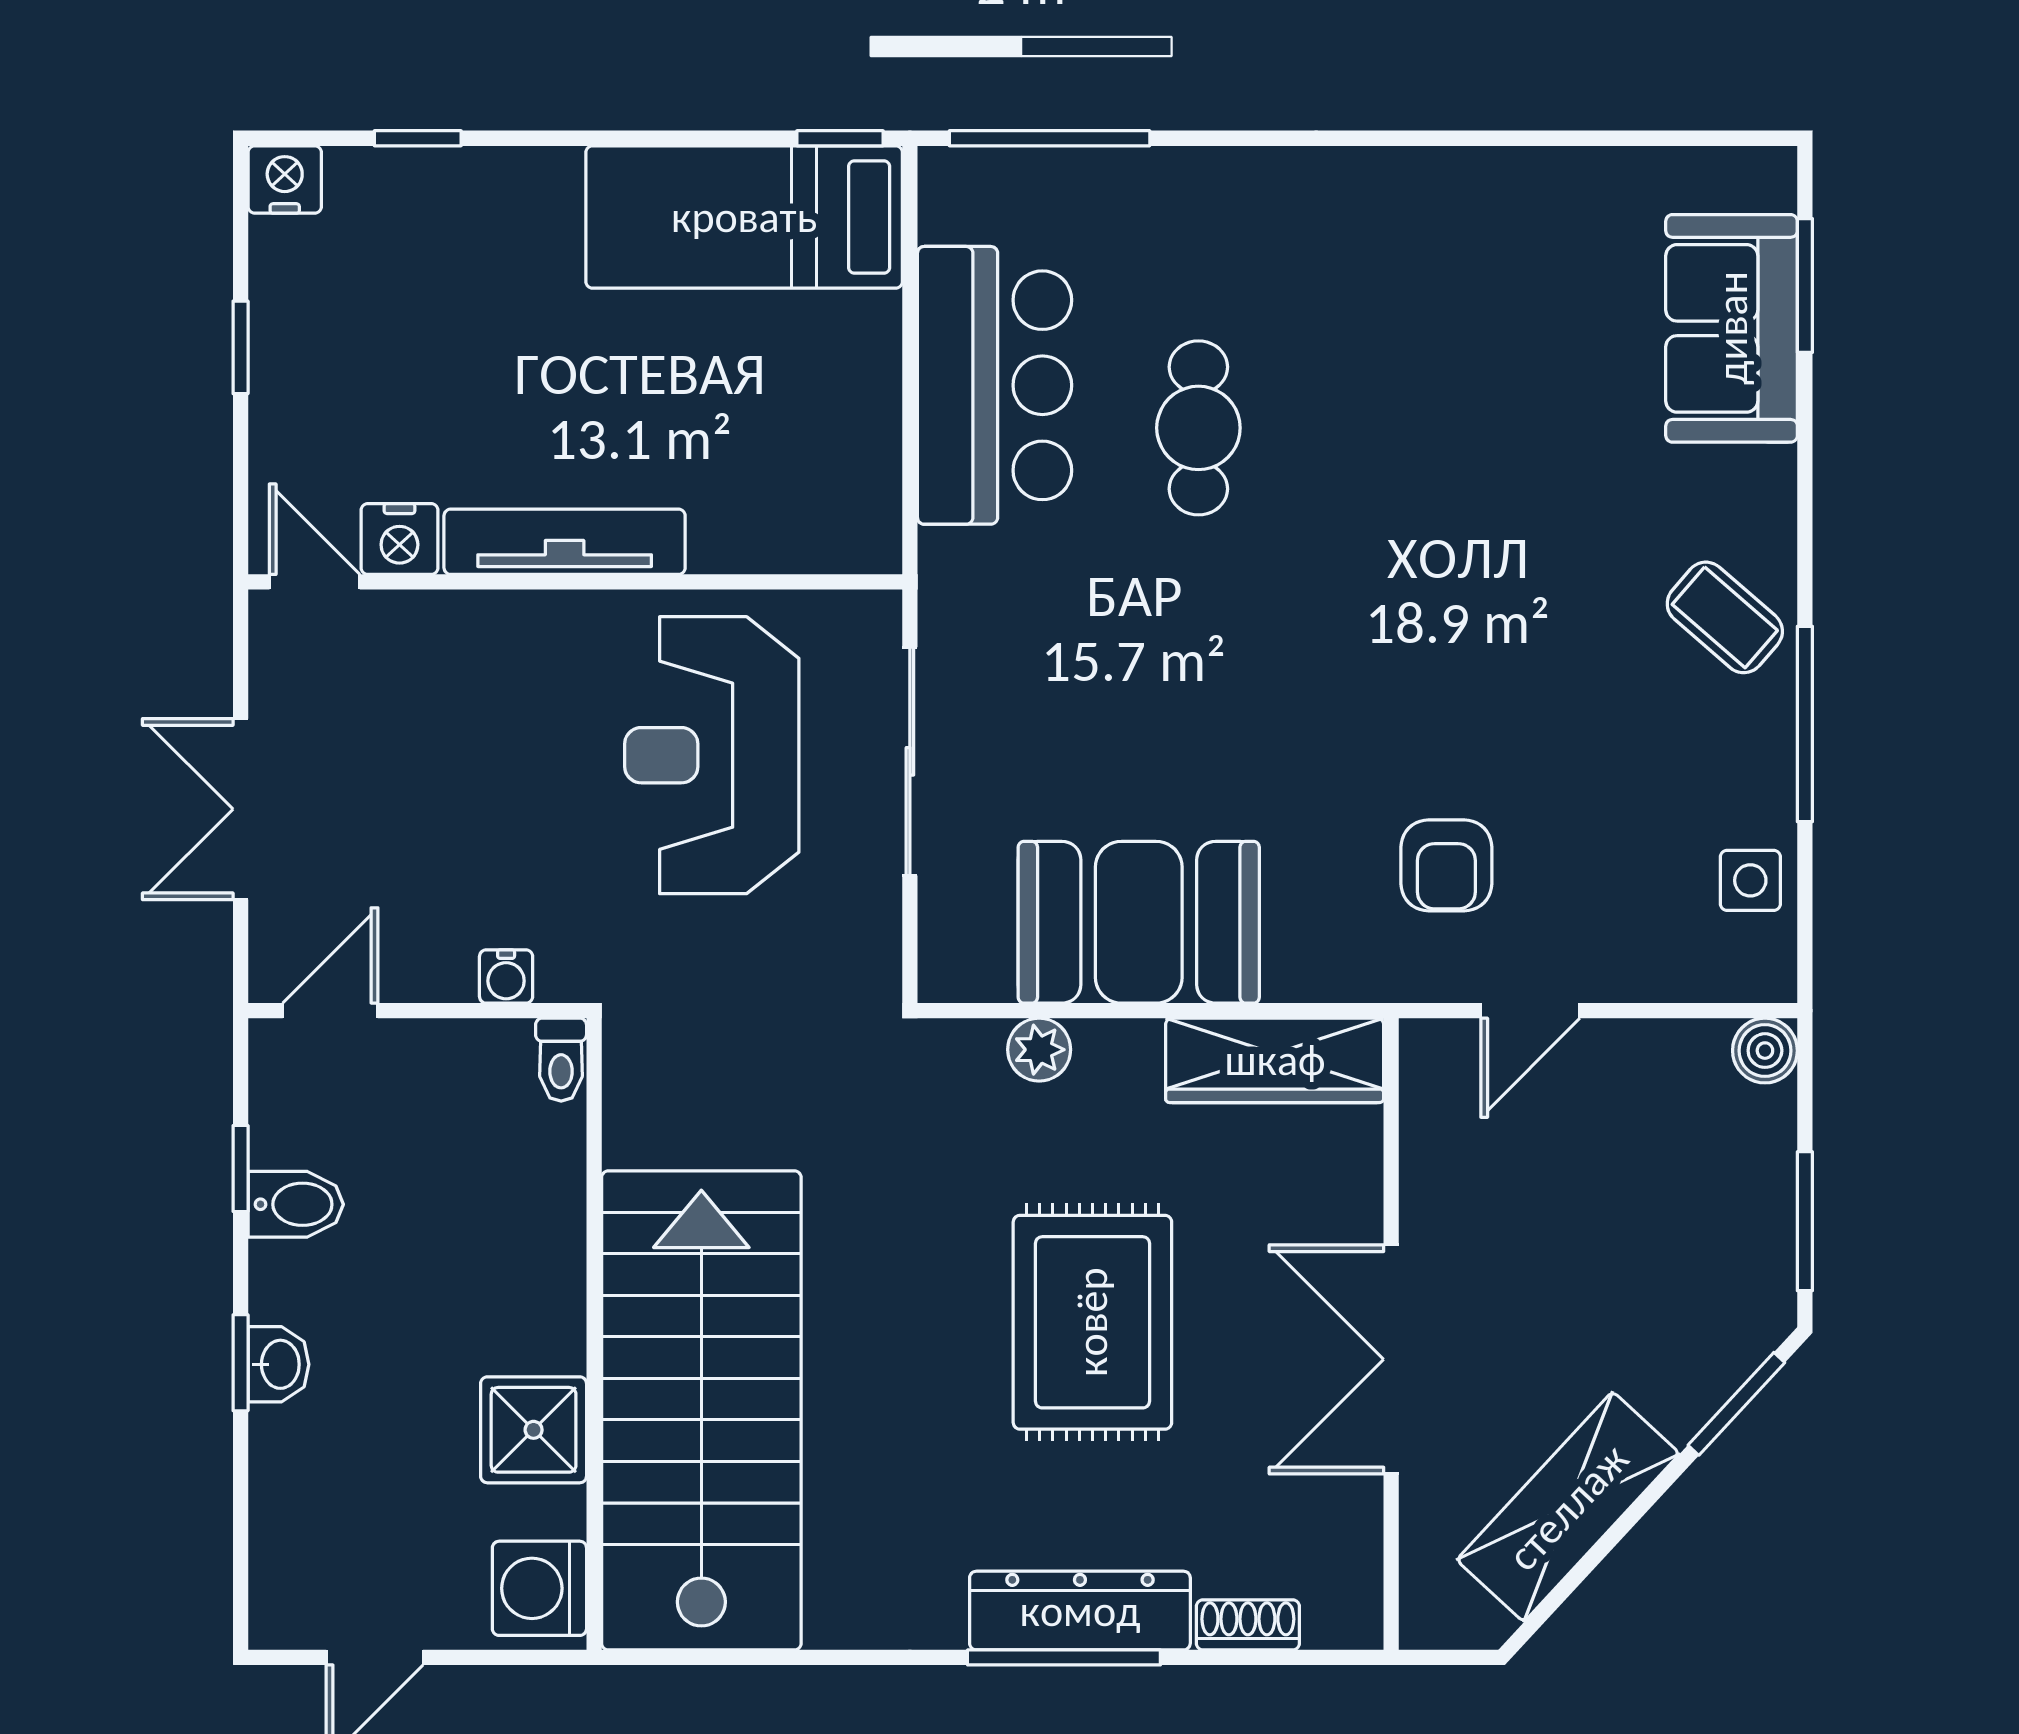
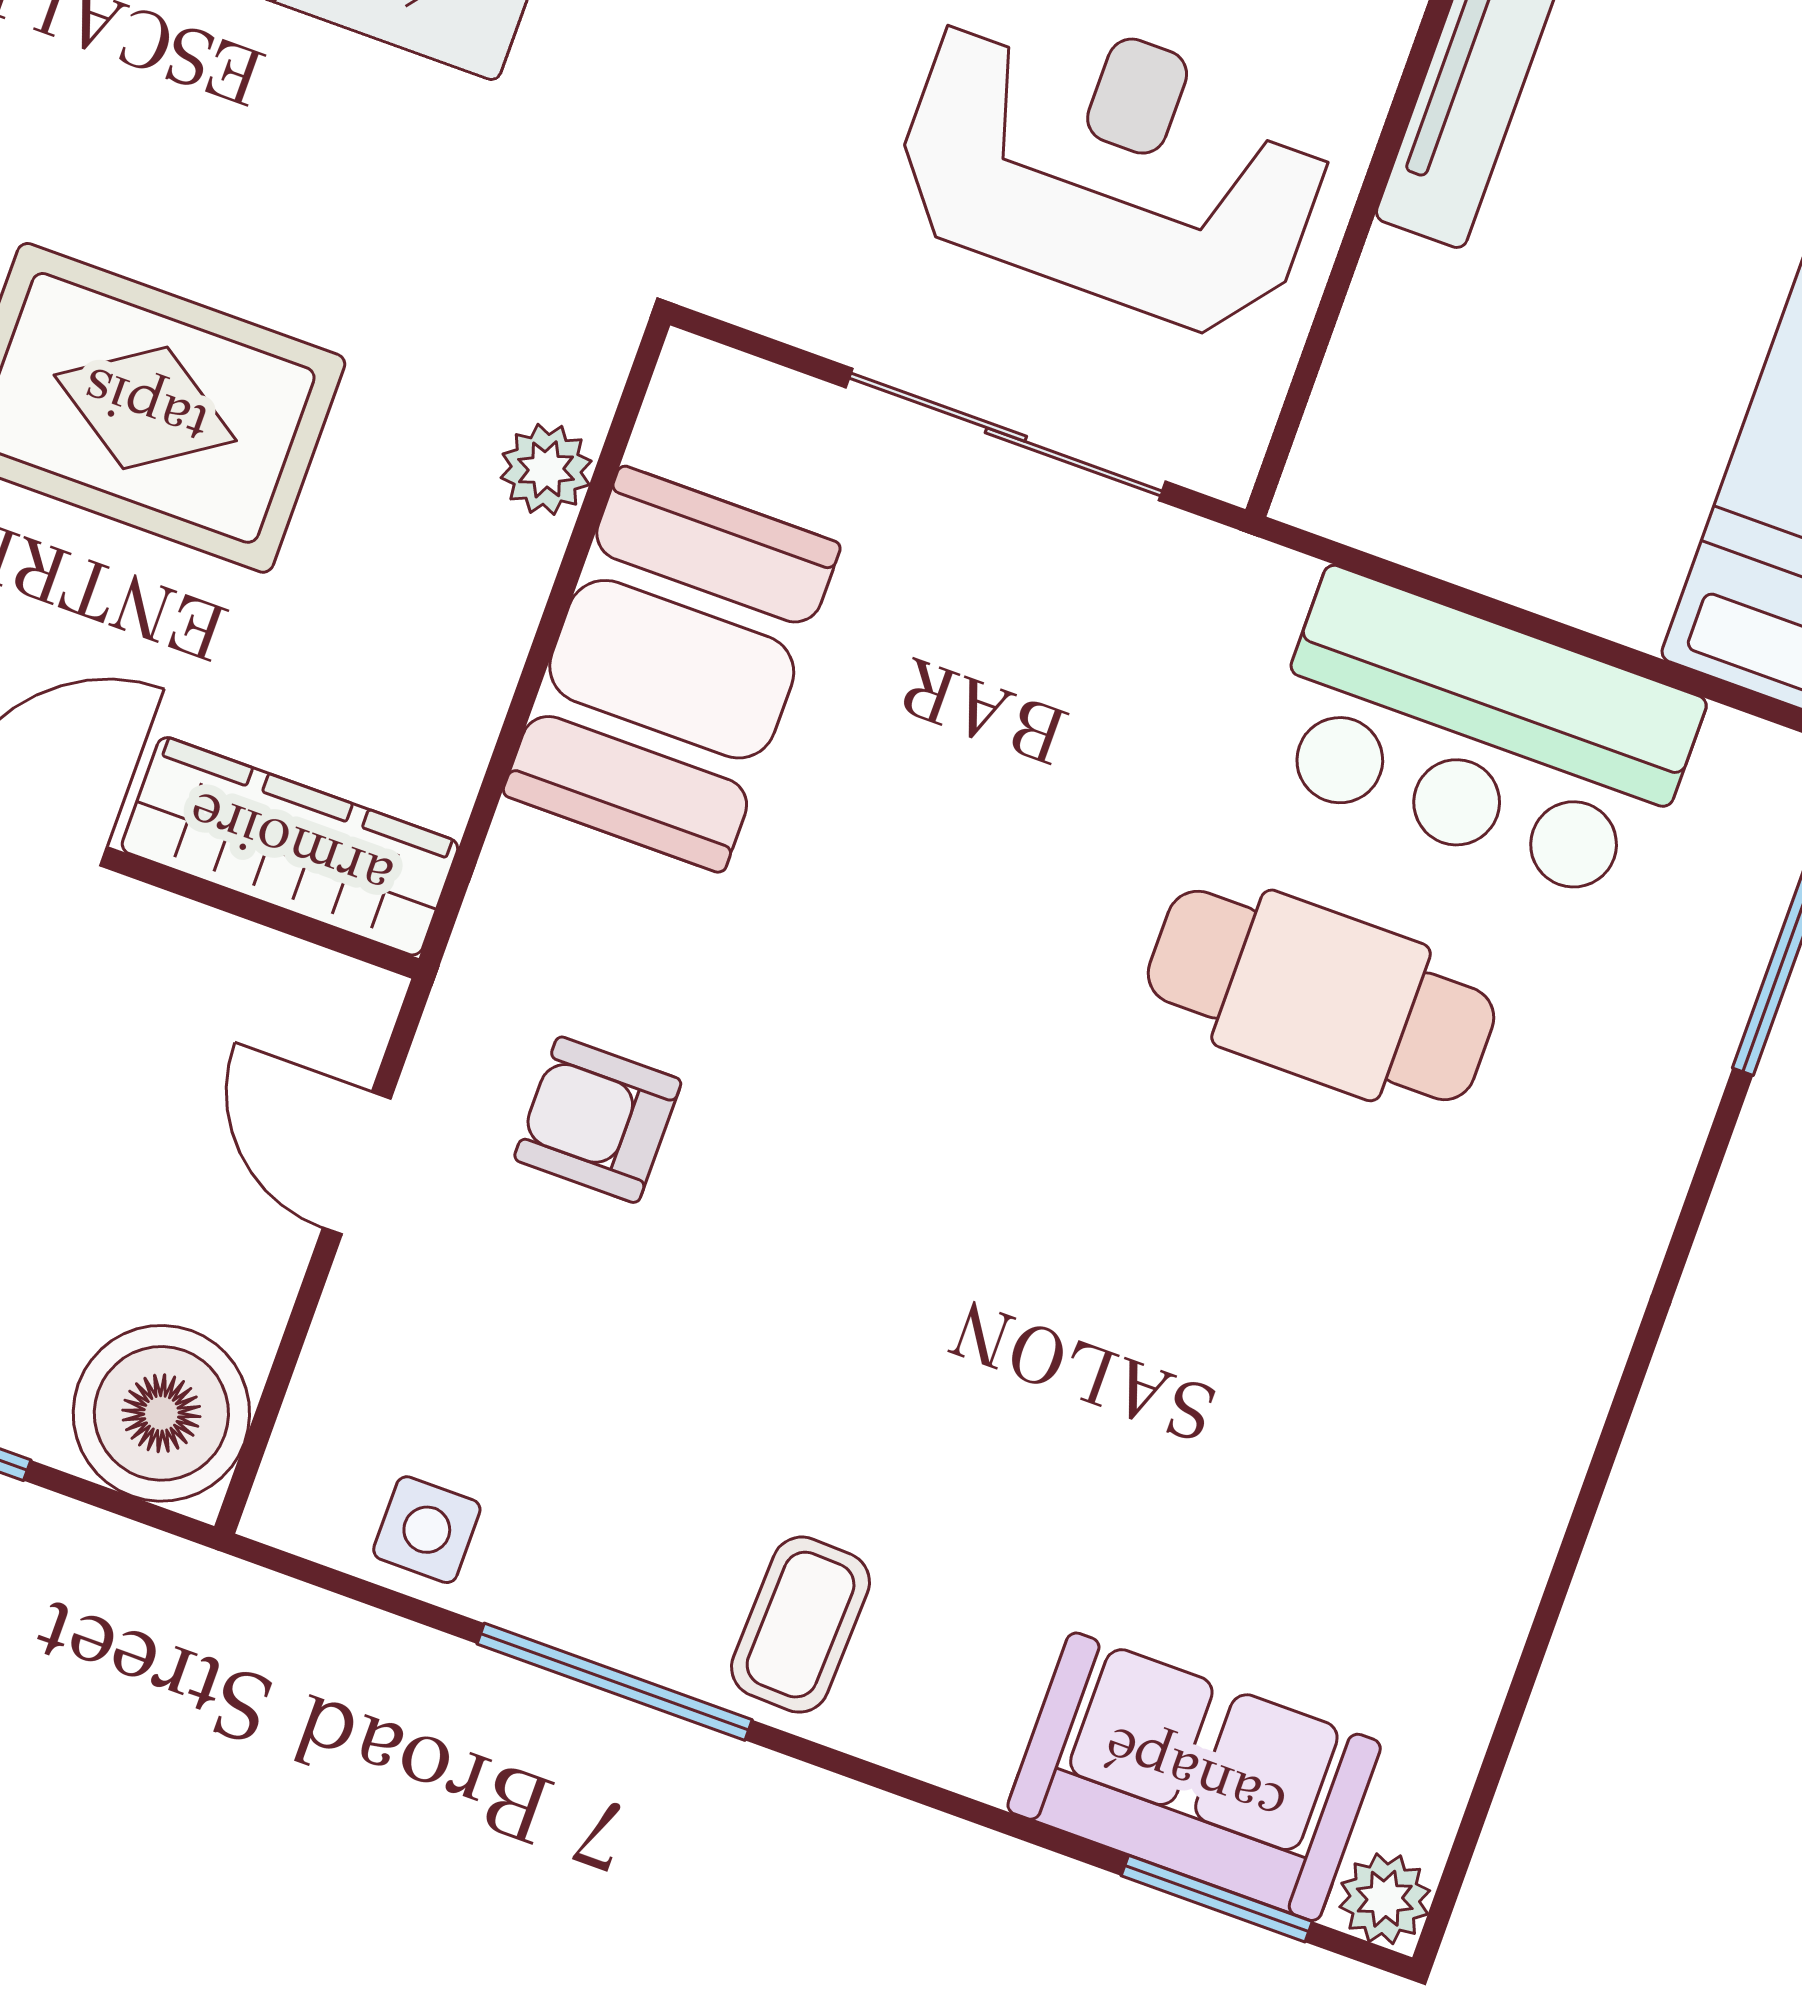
plant: (1766, 177) -> (1385, 1899), added
cafe table: (1198, 428) -> (1321, 995), width x1.37, depth x1.35
coffee table: (1725, 617) -> (801, 1625), turned -39
boiler: (1765, 1051) -> (161, 1413), width x1.86, depth x1.86
wardrobe: (1275, 1060) -> (290, 846), moved, turned 90

